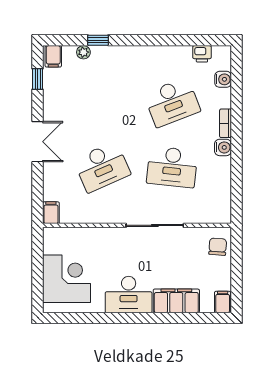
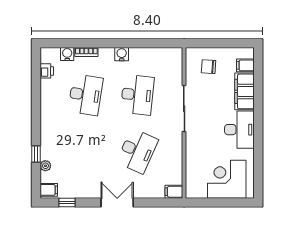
desk: (172, 102) -> (86, 95), turned 30
bookcase: (225, 123) -> (86, 52), moved
desk: (102, 167) -> (137, 151), turned 48
chair: (218, 247) -> (209, 67), moved
filing cabinet: (223, 302) -> (245, 65), moved

